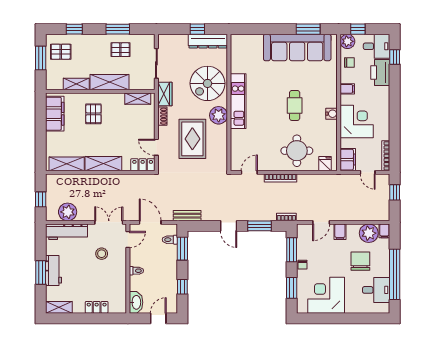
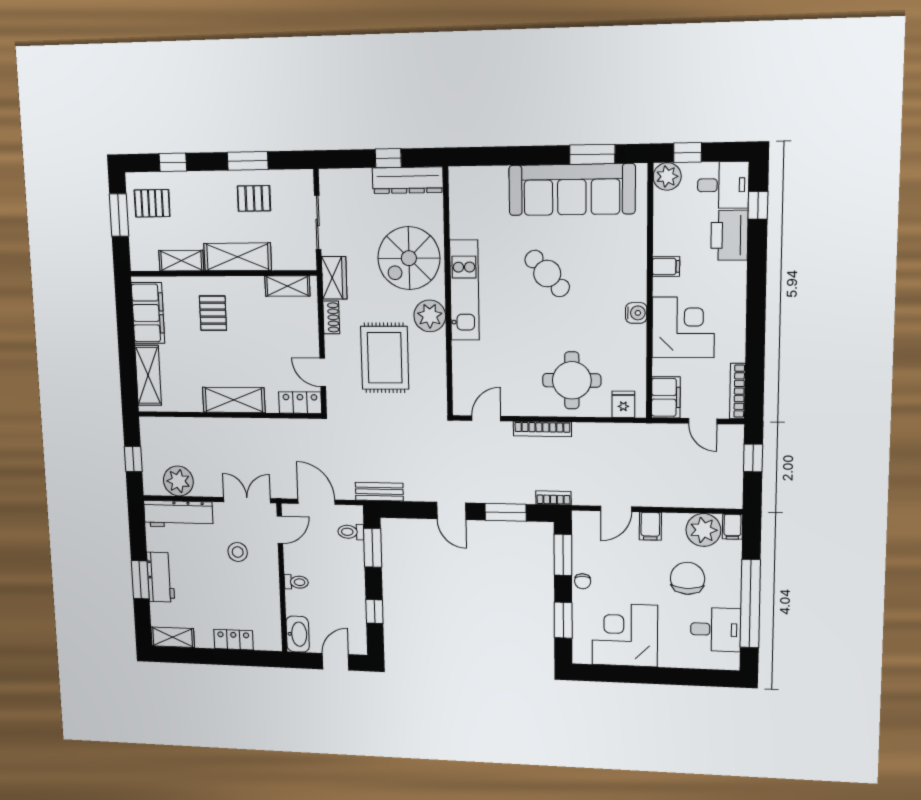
chair: (349, 63) -> (670, 217), removed
cafe table: (295, 105) -> (547, 274), moved, turned -42
shelving: (67, 164) -> (148, 375), moved, turned 90

